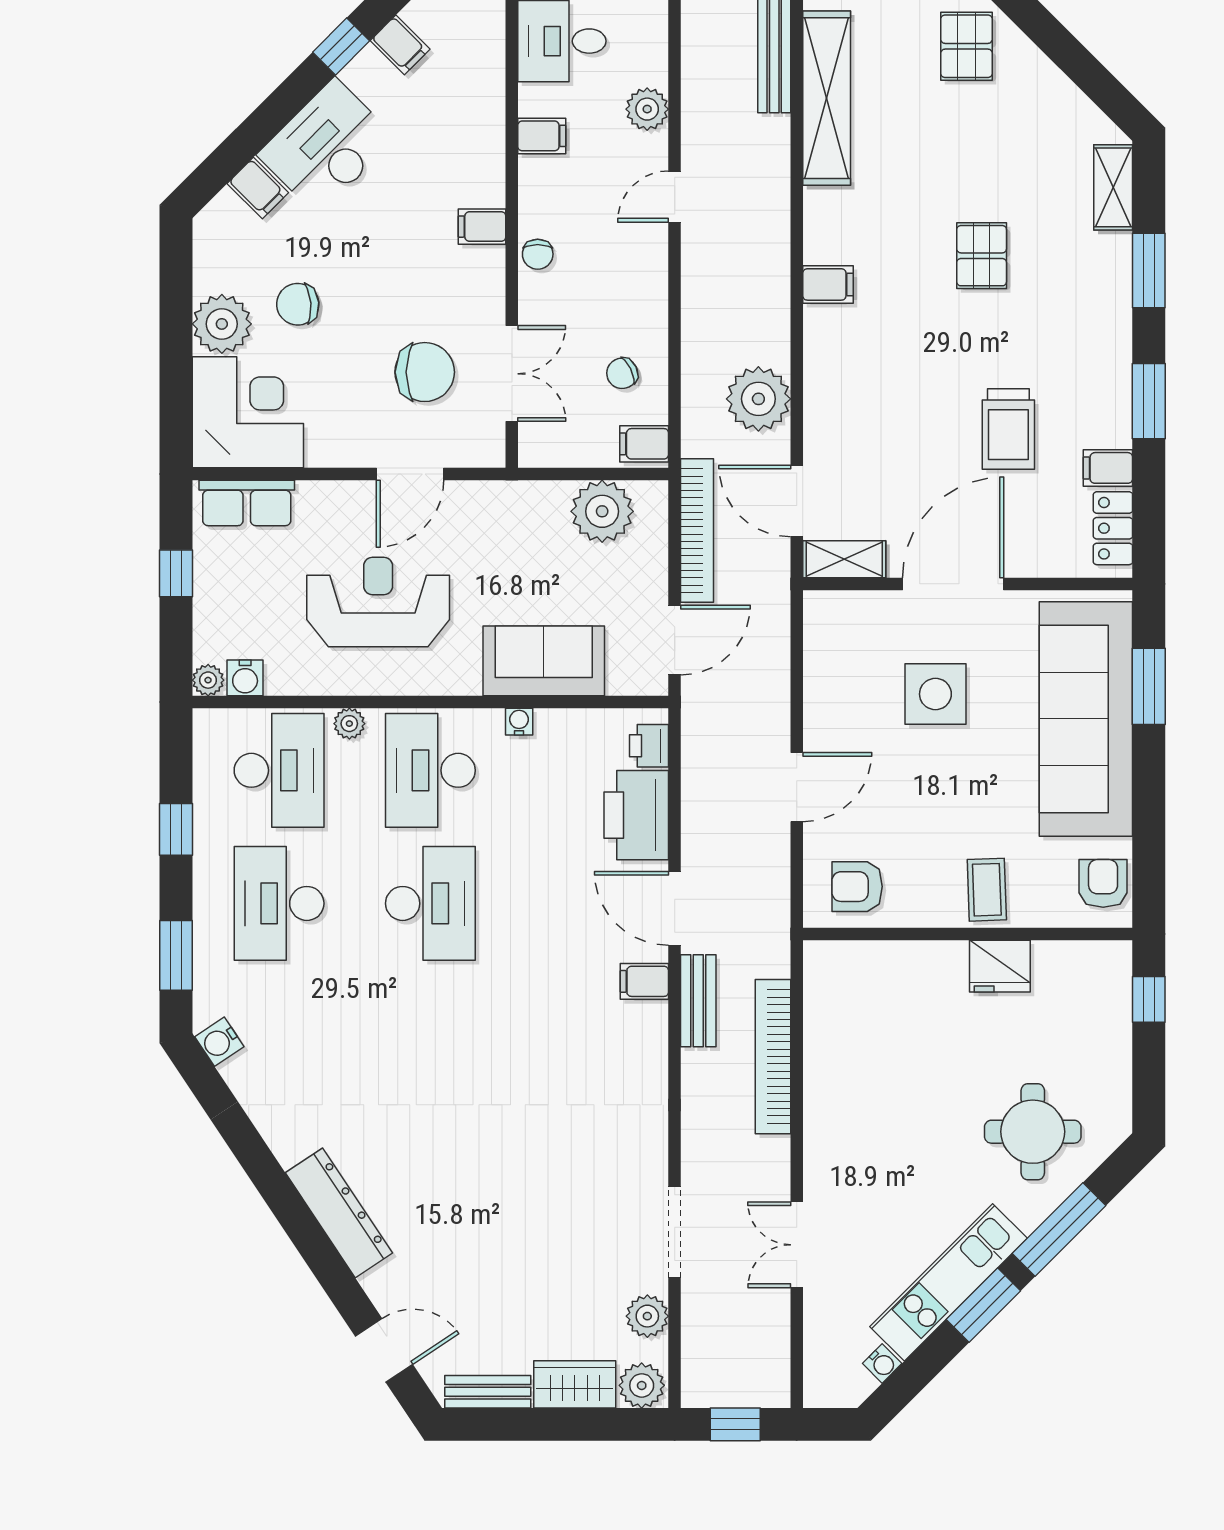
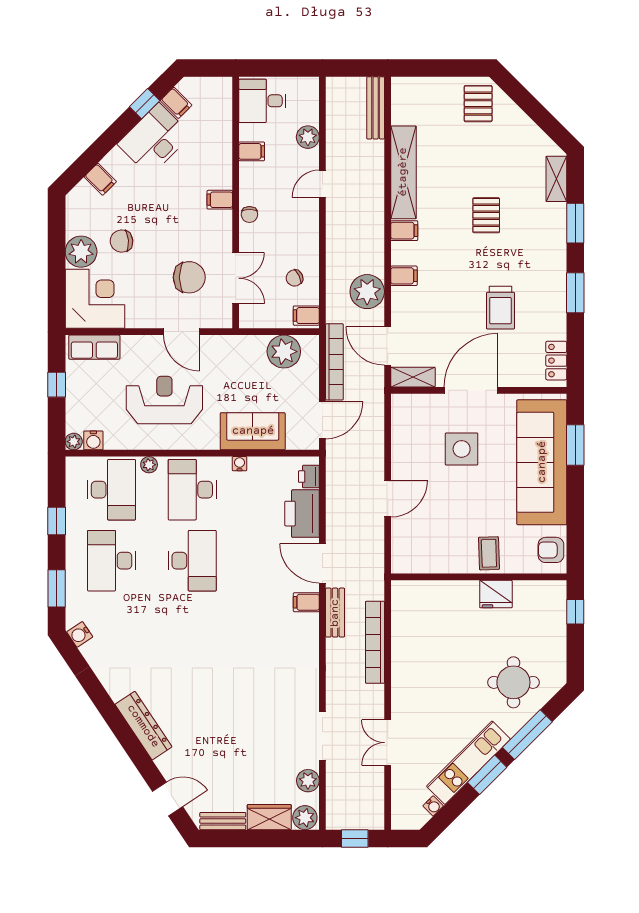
shelving: (827, 98) -> (403, 172), moved
desk: (326, 146) -> (154, 140), moved
filing cabinet: (1108, 468) -> (404, 276), moved, turned 180
door: (410, 474) -> (181, 332), hinge flipped
armchair: (1103, 883) -> (551, 550), turned -90
armchair: (857, 887) -> (420, 552), removed

